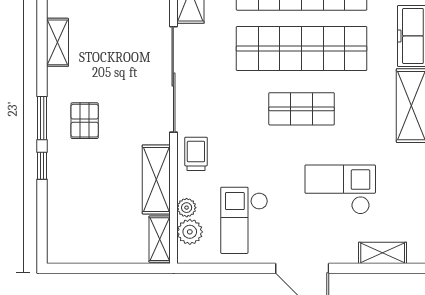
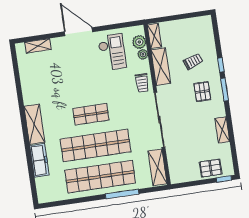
trolley: (94, 180) -> (193, 61), added
checkout: (340, 189) -> (65, 75), removed

